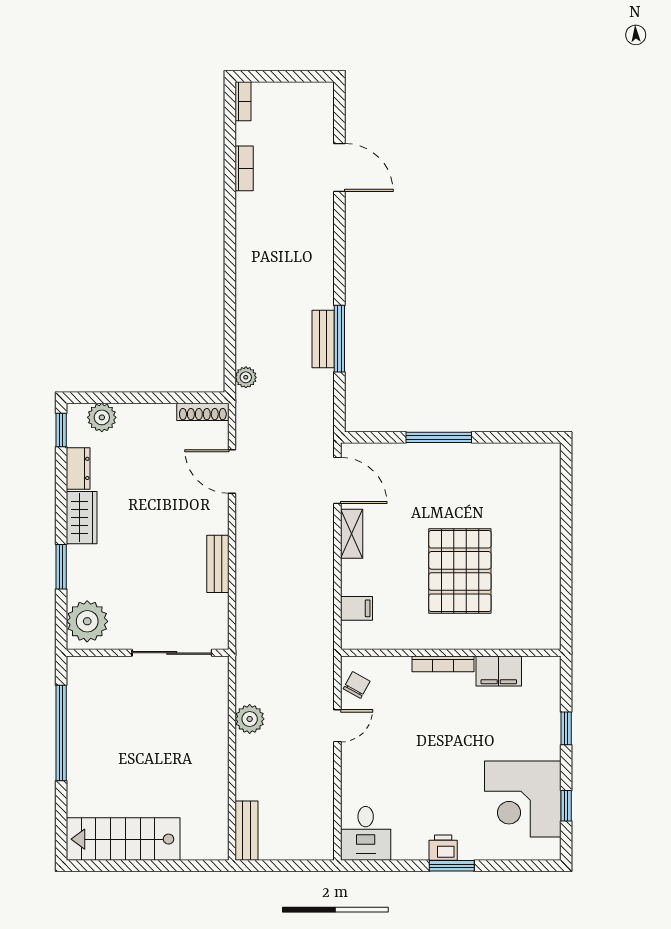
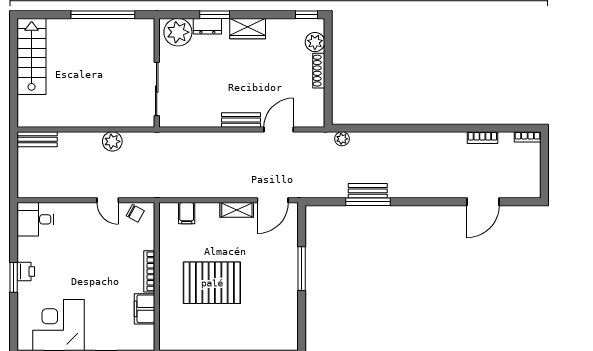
shoe rack: (203, 412) -> (319, 71), moved
dresser: (78, 468) -> (207, 26), moved
bench: (218, 564) -> (241, 120), moved

